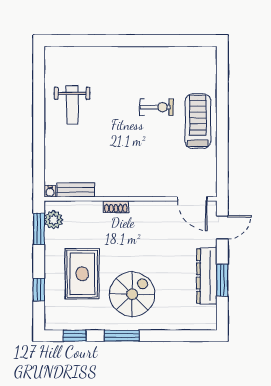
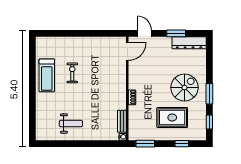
treadmill: (198, 121) -> (47, 75), moved, turned -90
plant: (54, 220) -> (140, 135), removed
dresser: (207, 276) -> (189, 43), moved
spiral stairs: (132, 294) -> (184, 88), turned 90

